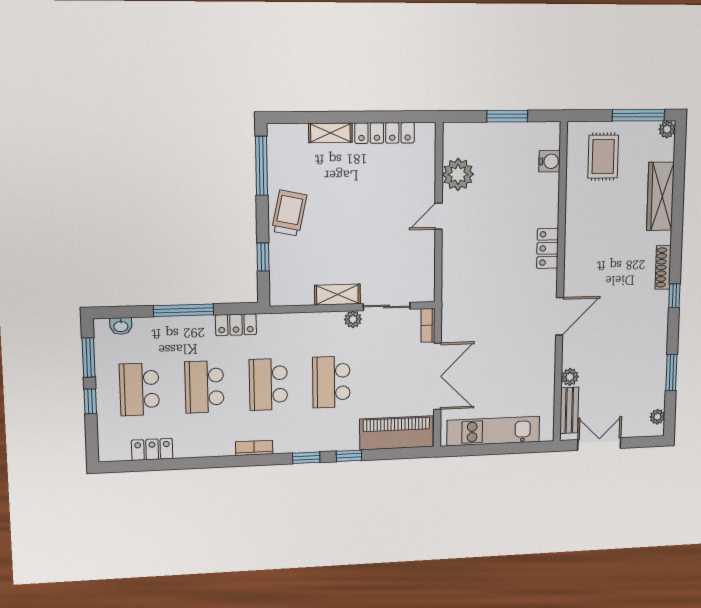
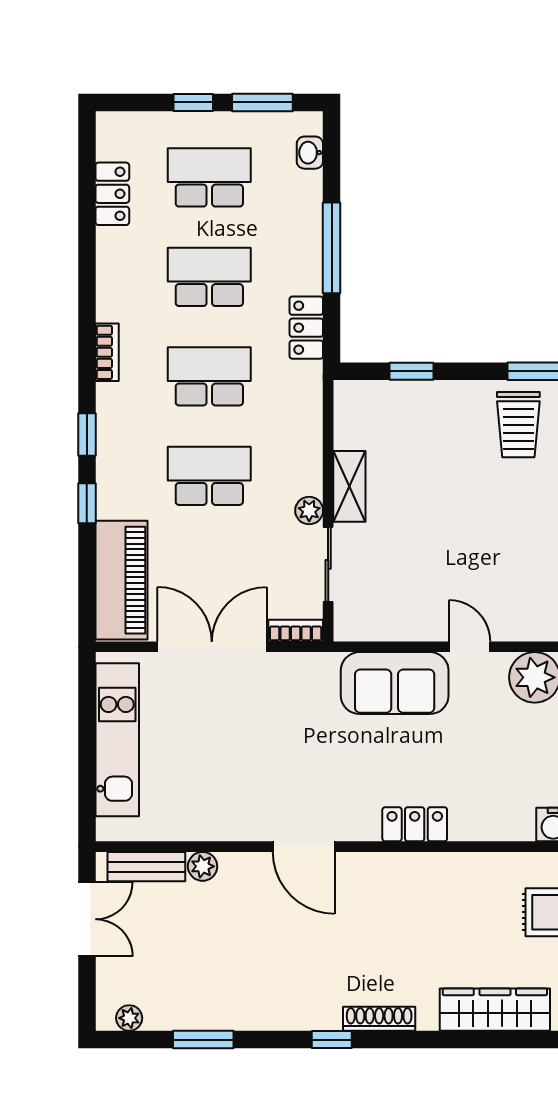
trolley: (289, 213) -> (518, 425), moved, turned 78
sofa: (461, 263) -> (395, 683), added
double door: (438, 376) -> (212, 647), swing flipped

